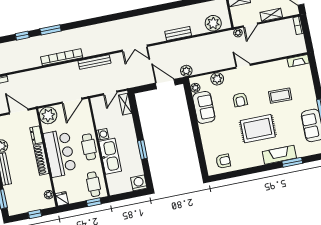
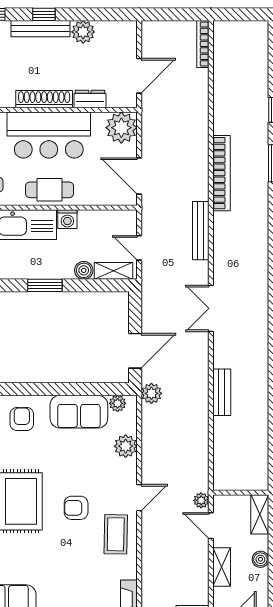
plant: (213, 23) -> (227, 459), removed
coffee table: (280, 96) -> (116, 534), moved
armchair: (240, 100) -> (76, 508), moved
boiler: (128, 120) -> (84, 270), added
armchair: (214, 137) -> (22, 419), added
window: (142, 150) -> (45, 285), moved

